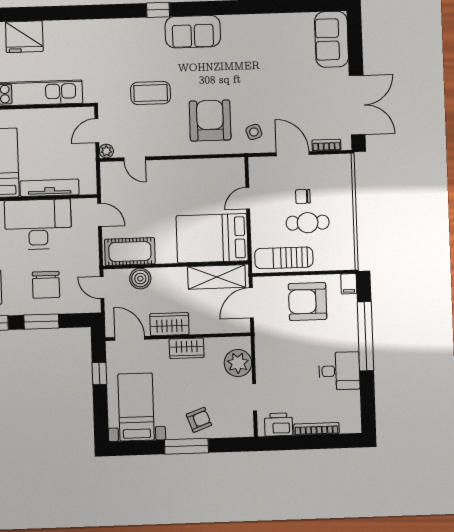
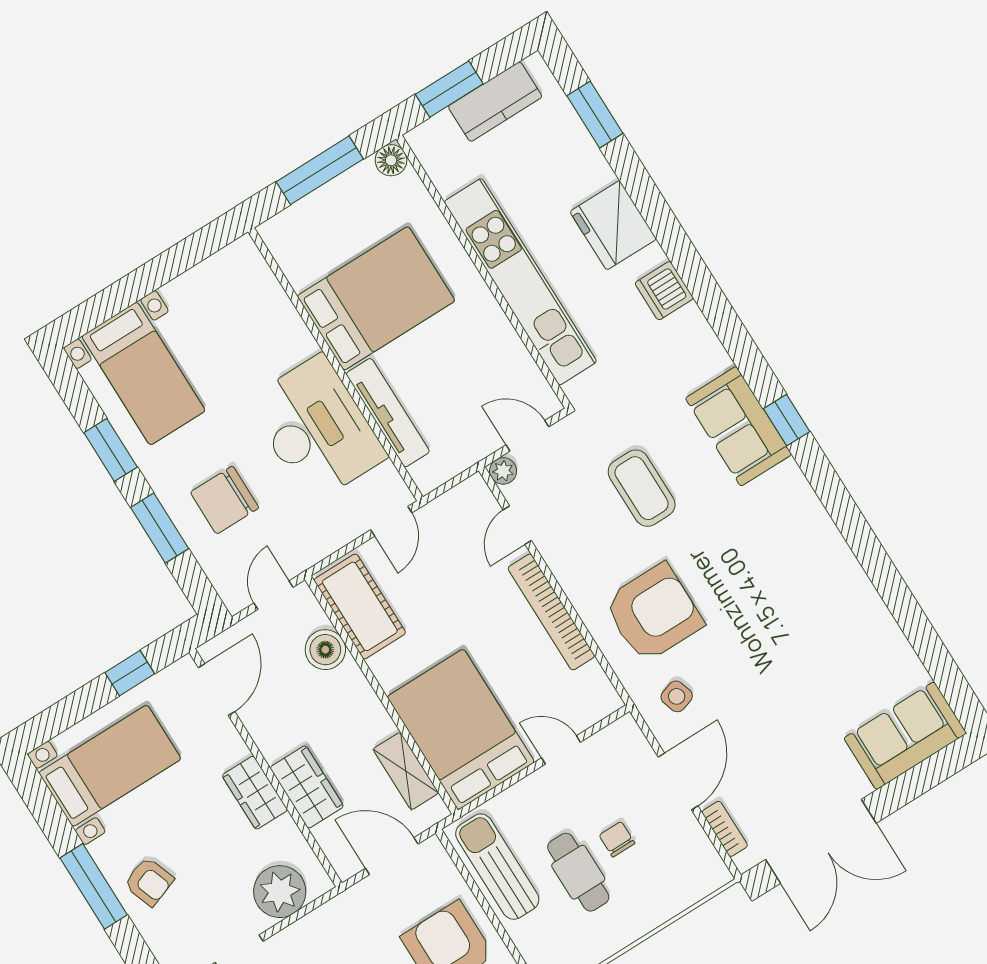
dishwasher: (67, 31) -> (664, 291), added
sofa: (193, 32) -> (738, 426), moved
bookcase: (183, 166) -> (551, 612), added
shelving: (217, 277) -> (406, 771), width x0.67, depth x0.75
wardrobe: (169, 324) -> (307, 787), moved

